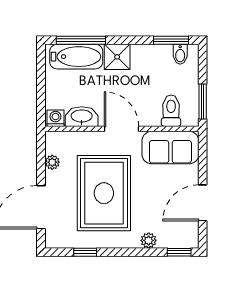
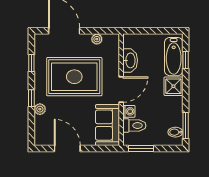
window: (81, 40) -> (186, 60), width x0.46
washing machine: (55, 118) -> (129, 111), moved
window: (179, 252) -> (31, 98), moved

